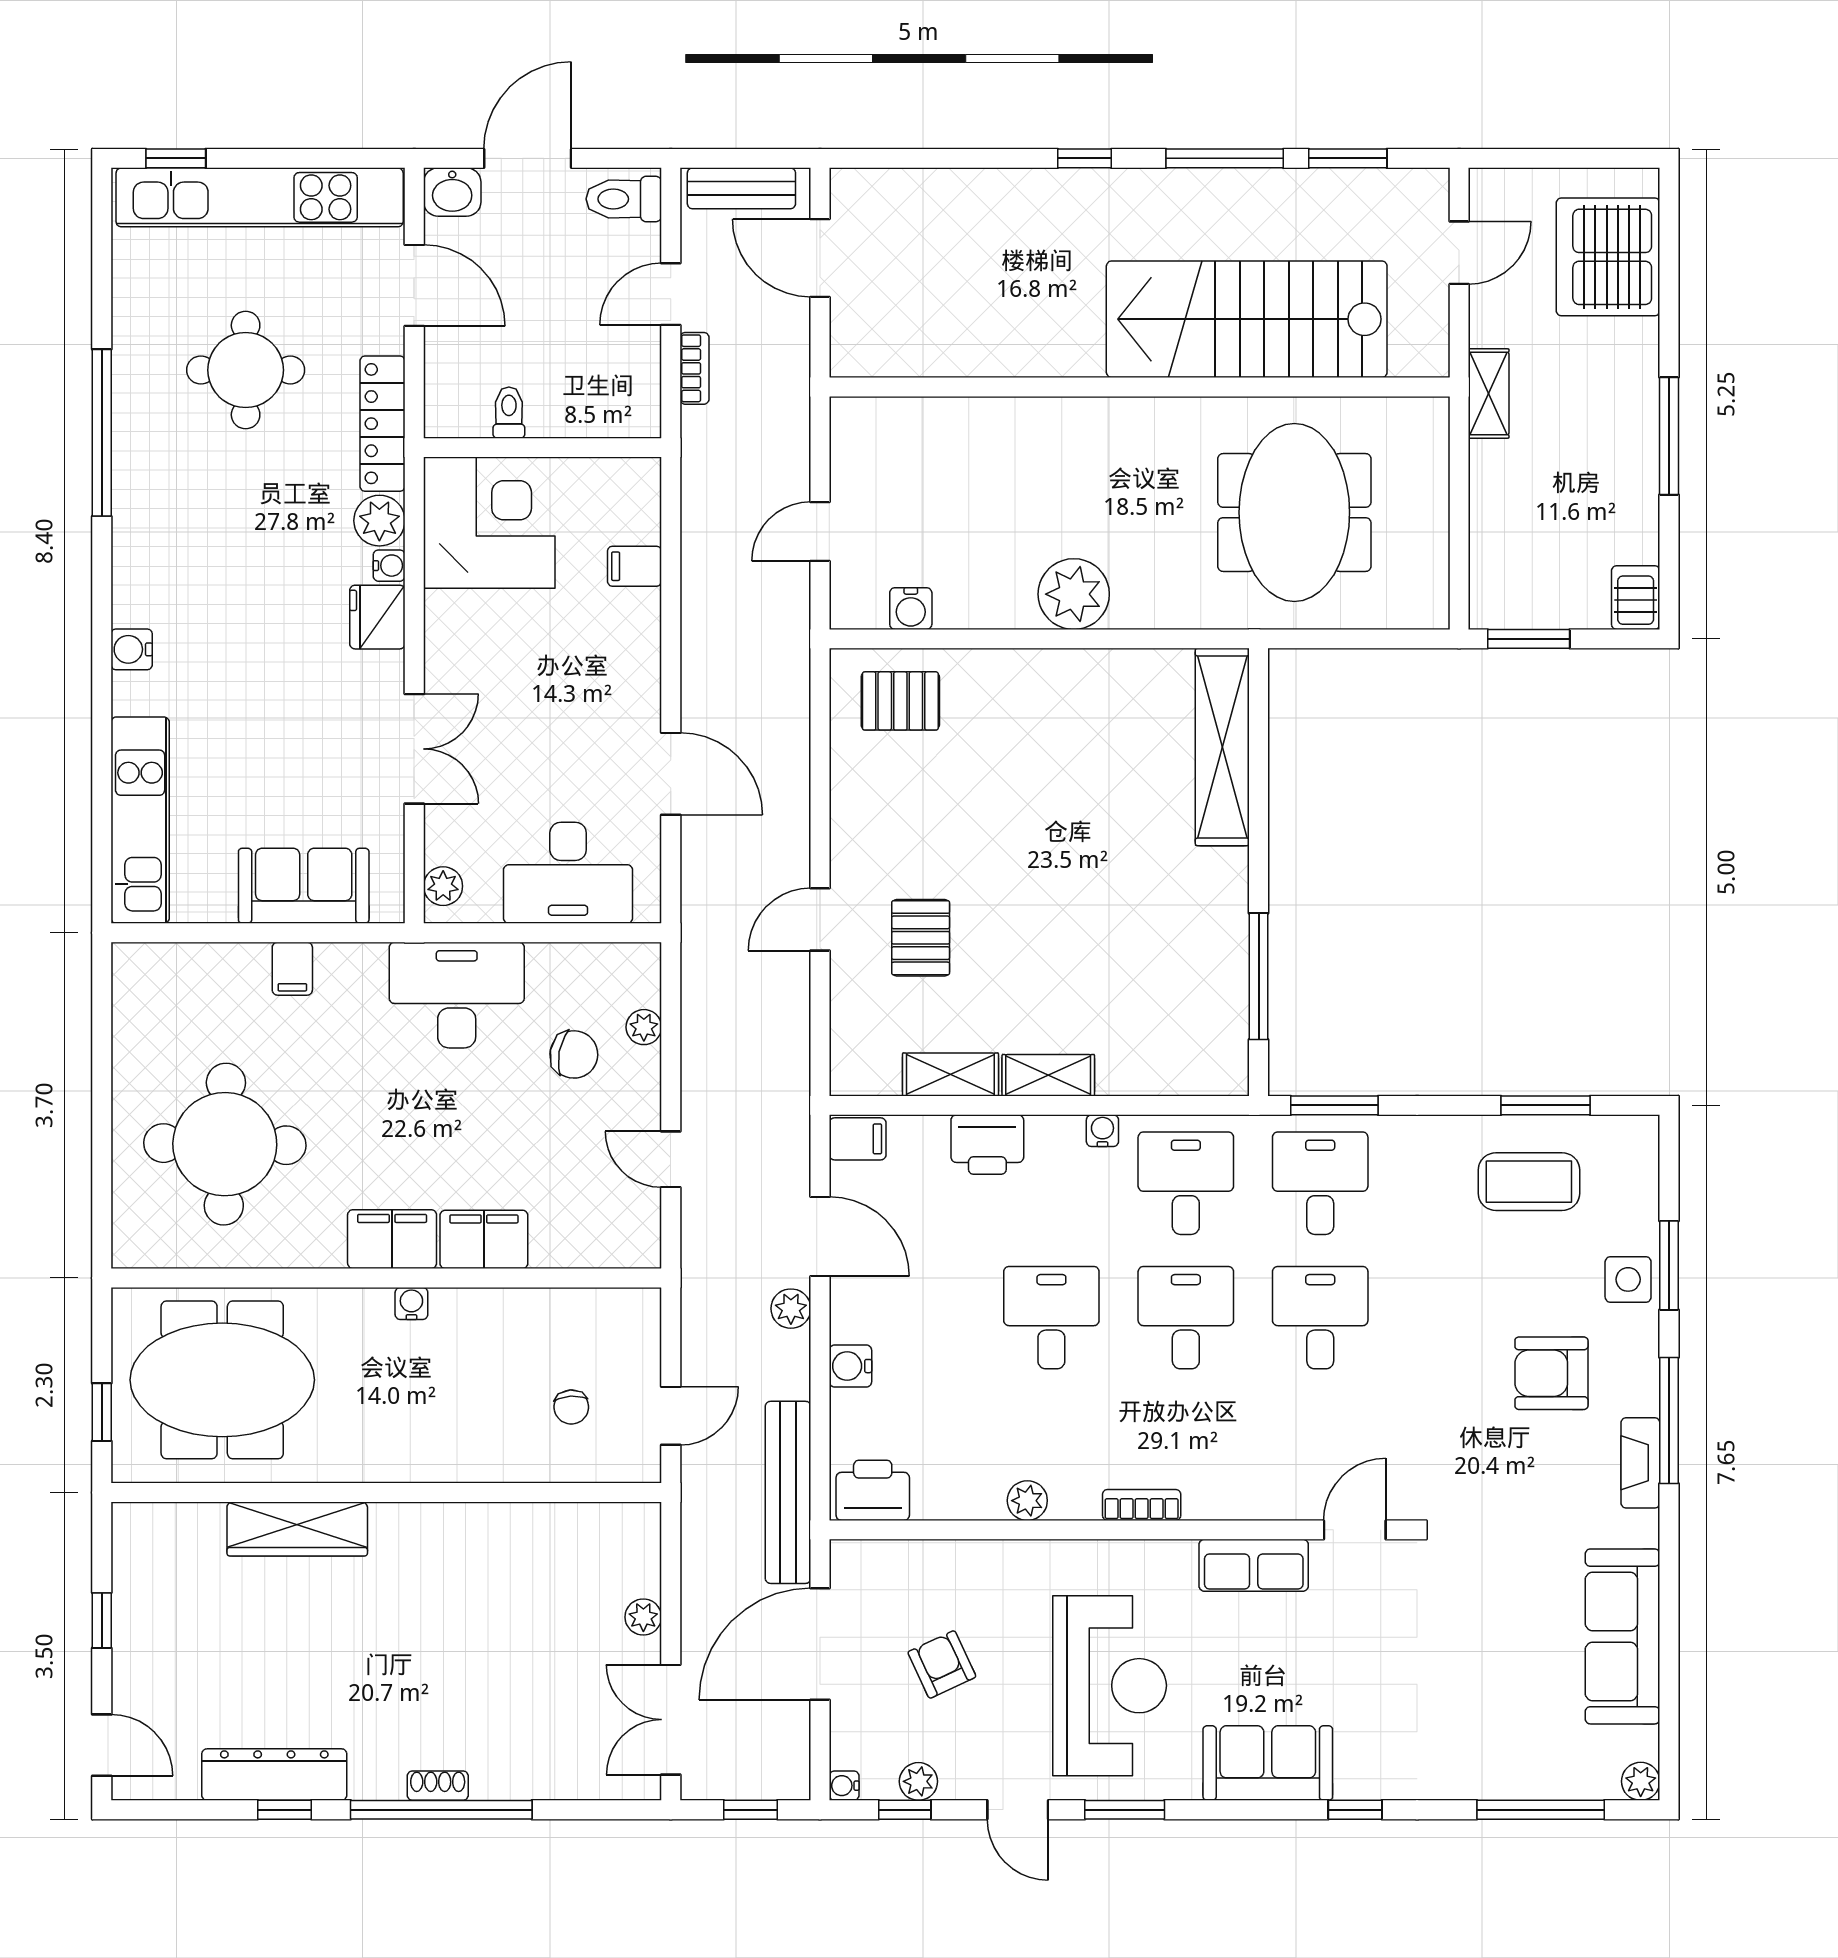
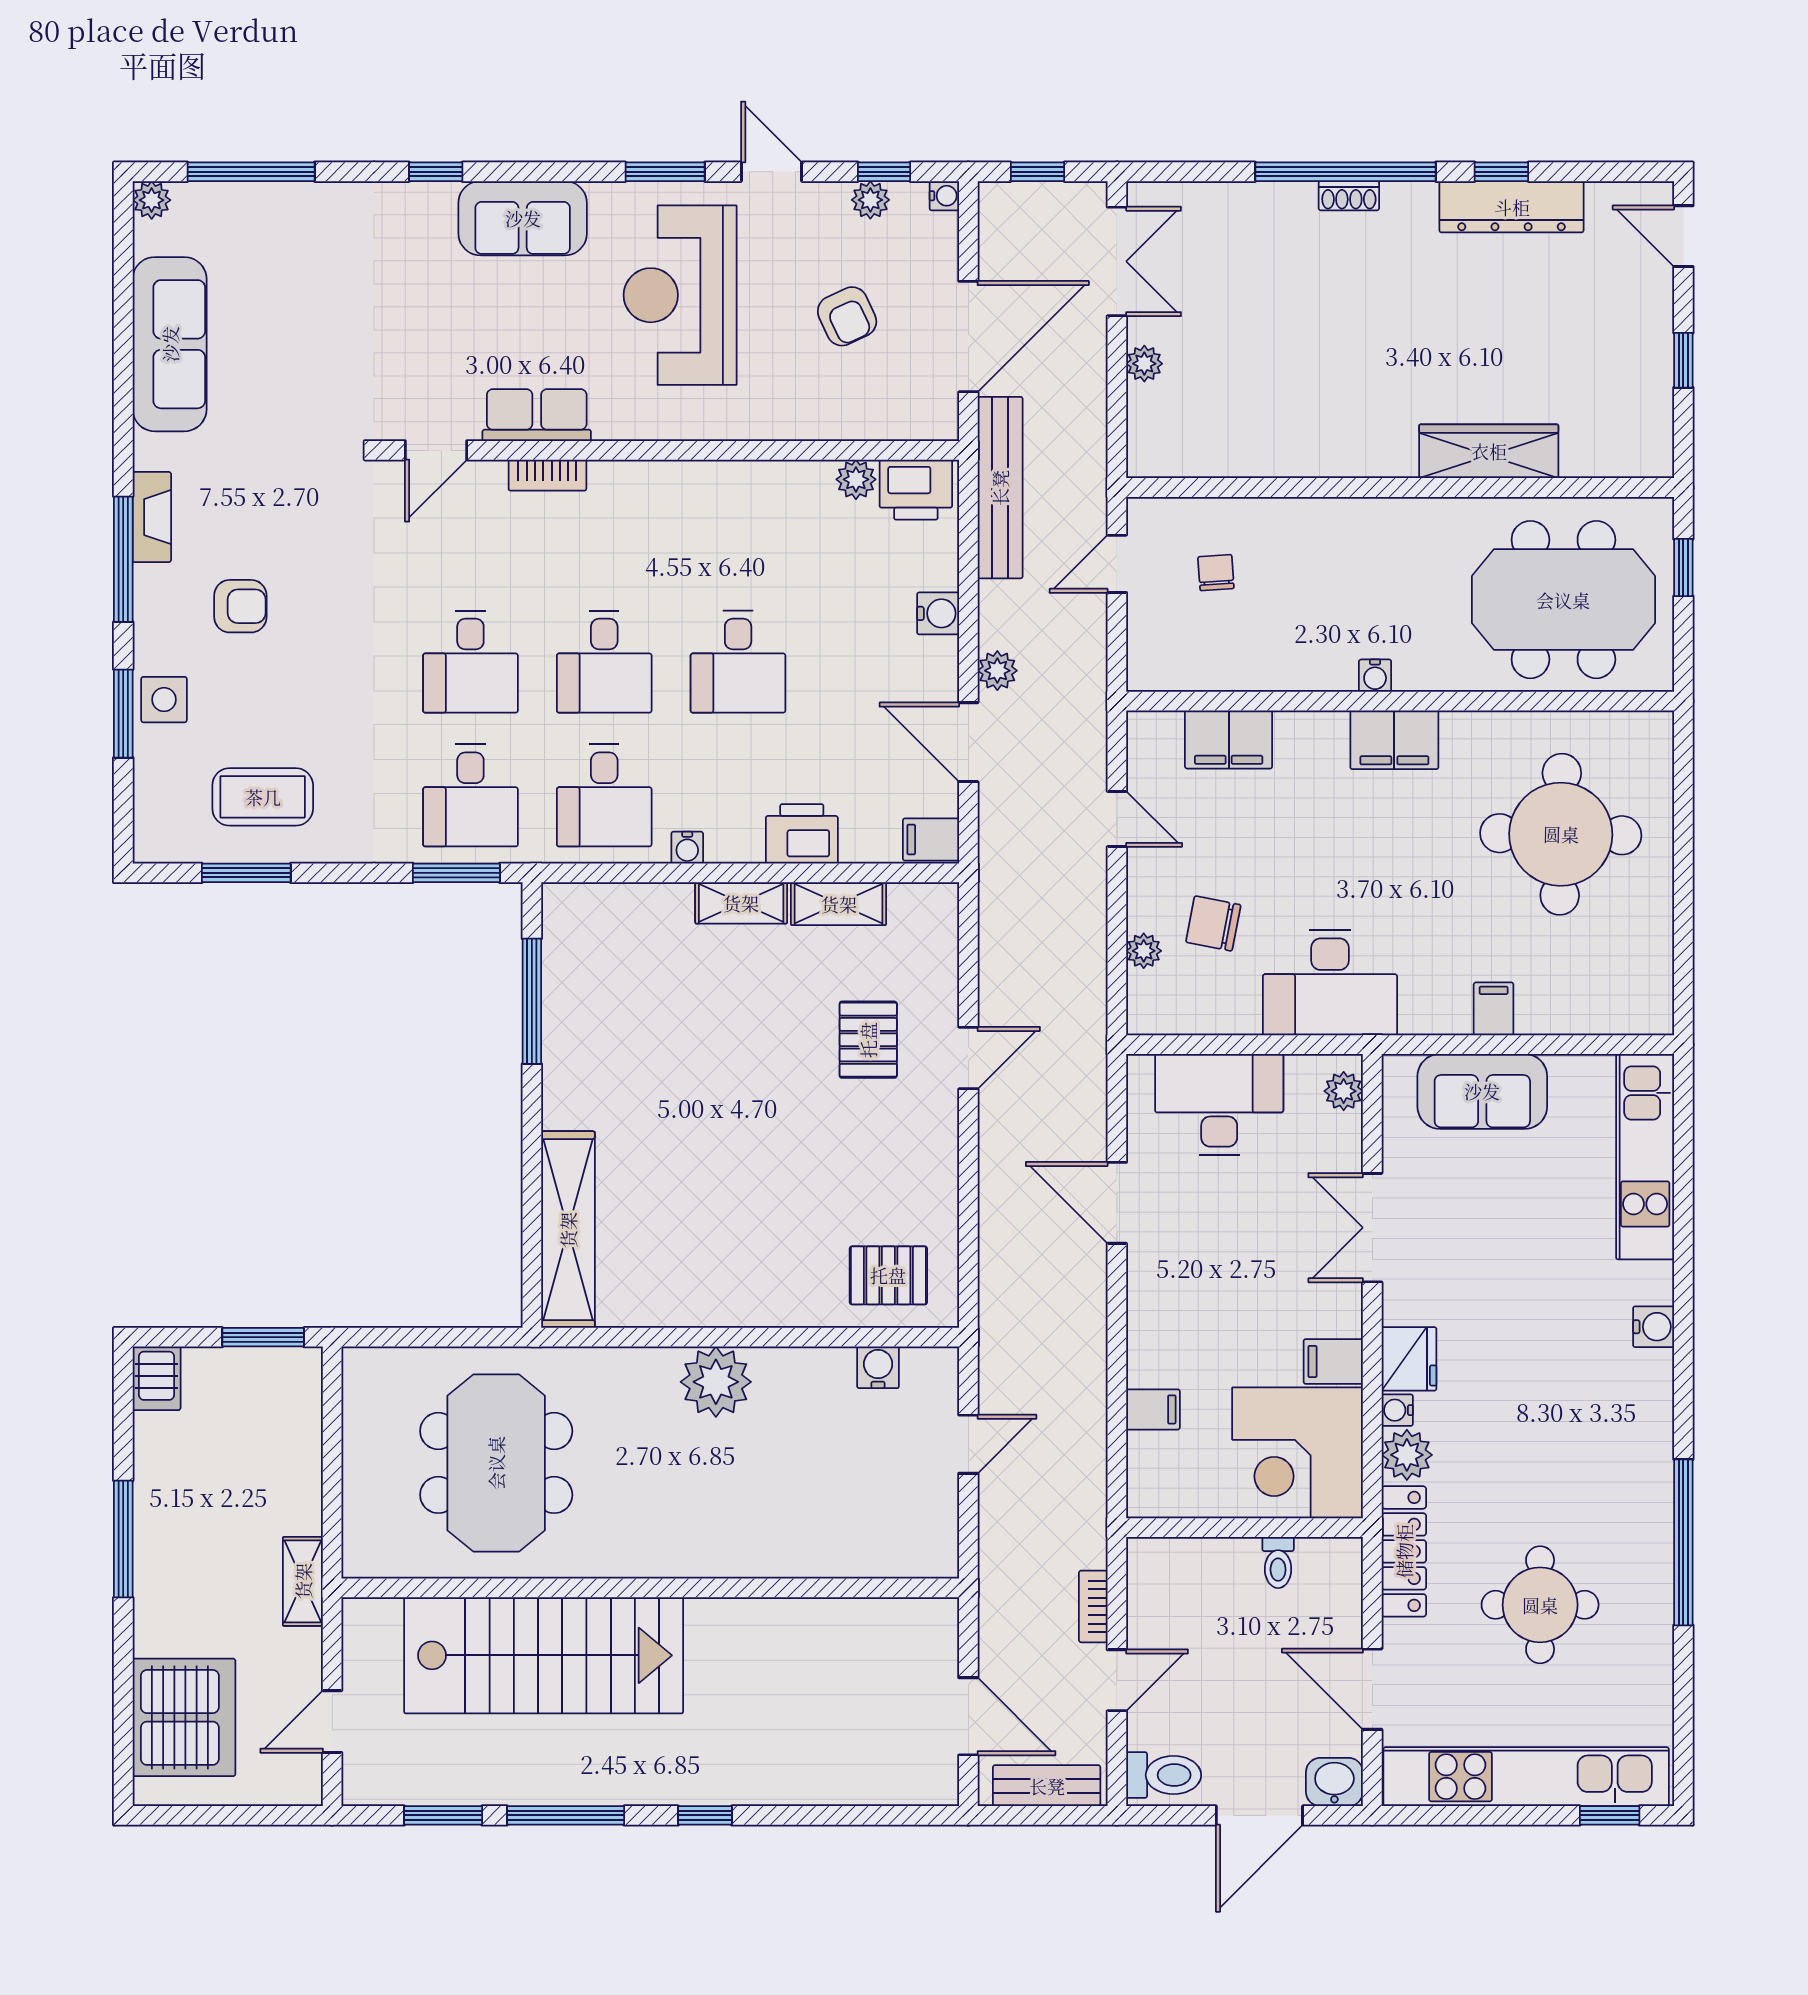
filing cabinet: (453, 614) -> (1333, 1361), added
filing cabinet: (484, 1239) -> (1229, 739), moved
armchair: (1551, 1373) -> (240, 606), width x0.72, depth x0.72
plant: (1027, 1501) -> (856, 479), moved
bookcase: (1142, 1505) -> (547, 475), moved

